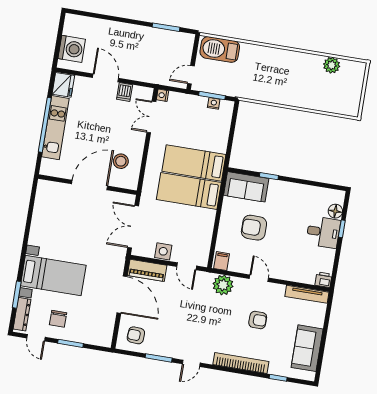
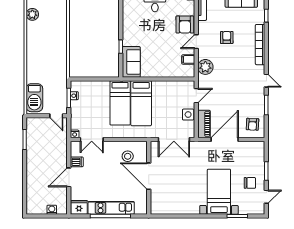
washing machine: (72, 49) -> (52, 210), width x0.53, depth x0.53
armchair: (254, 228) -> (185, 25), moved
filing cabinet: (222, 261) -> (188, 59), moved
dresser: (22, 314) -> (251, 210), removed

